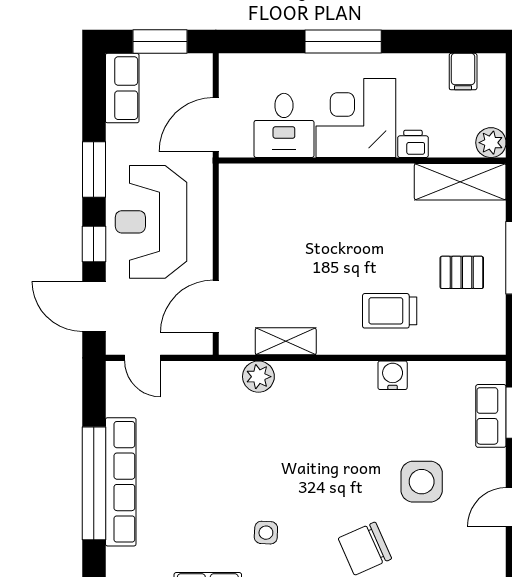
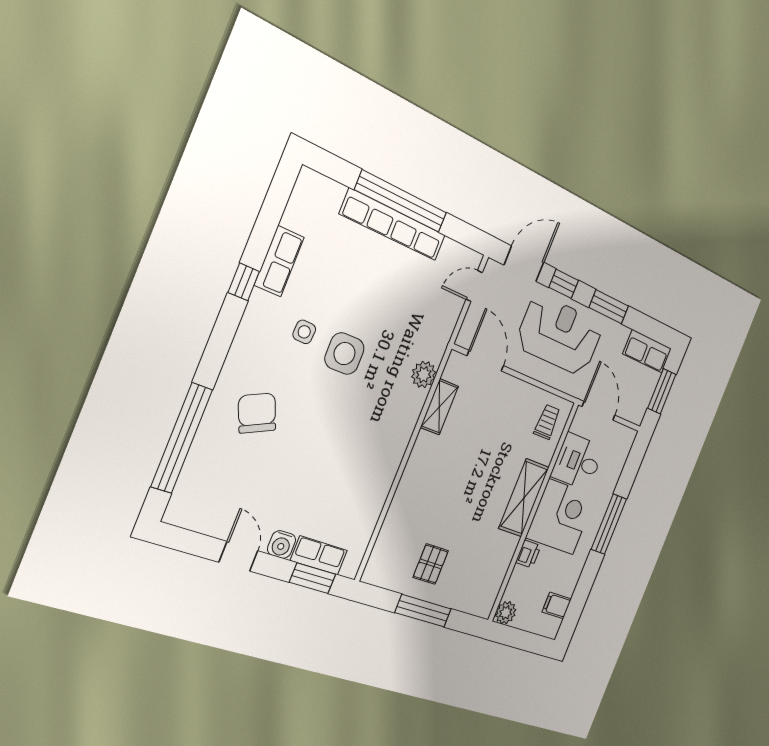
shelving: (460, 182) -> (524, 498), moved
trolley: (390, 311) -> (547, 422), moved, width x0.73, depth x0.72
water cooler: (393, 375) -> (282, 545), moved, turned 90
side table: (422, 482) -> (344, 354), moved

